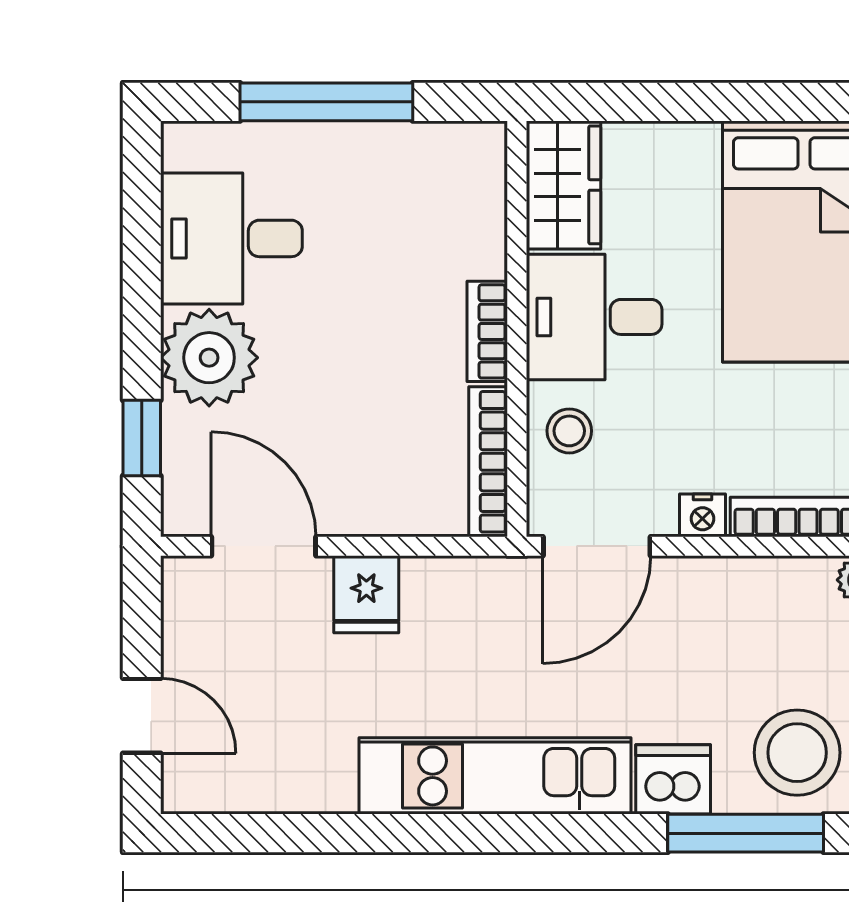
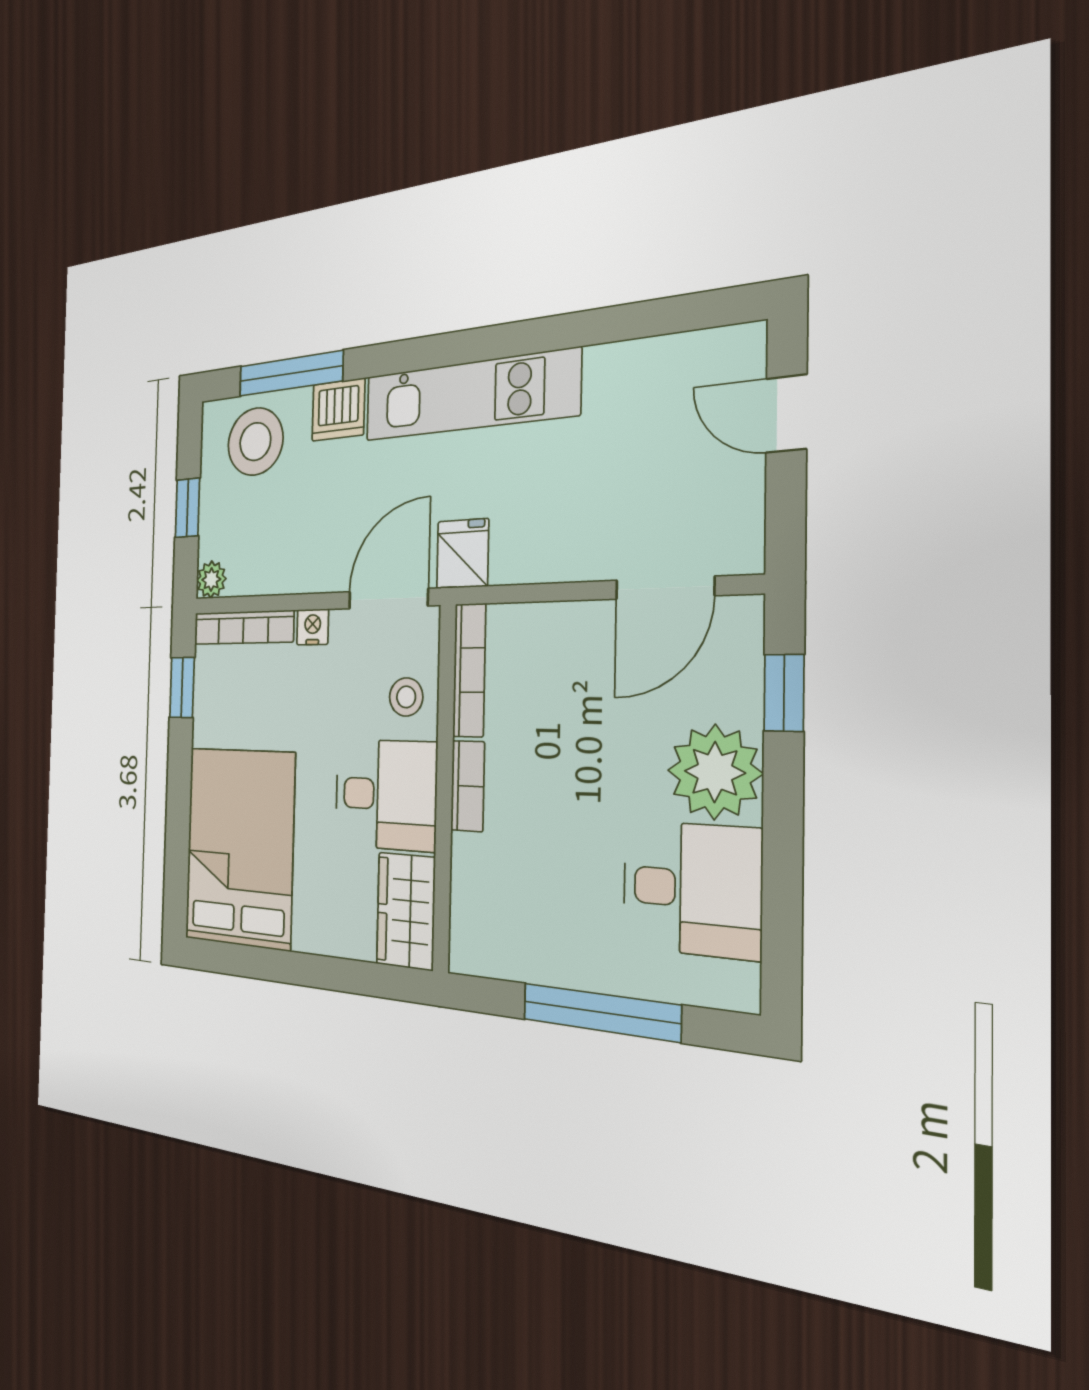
door: (264, 546) -> (665, 588), hinge flipped
fridge: (366, 594) -> (463, 554), moved

